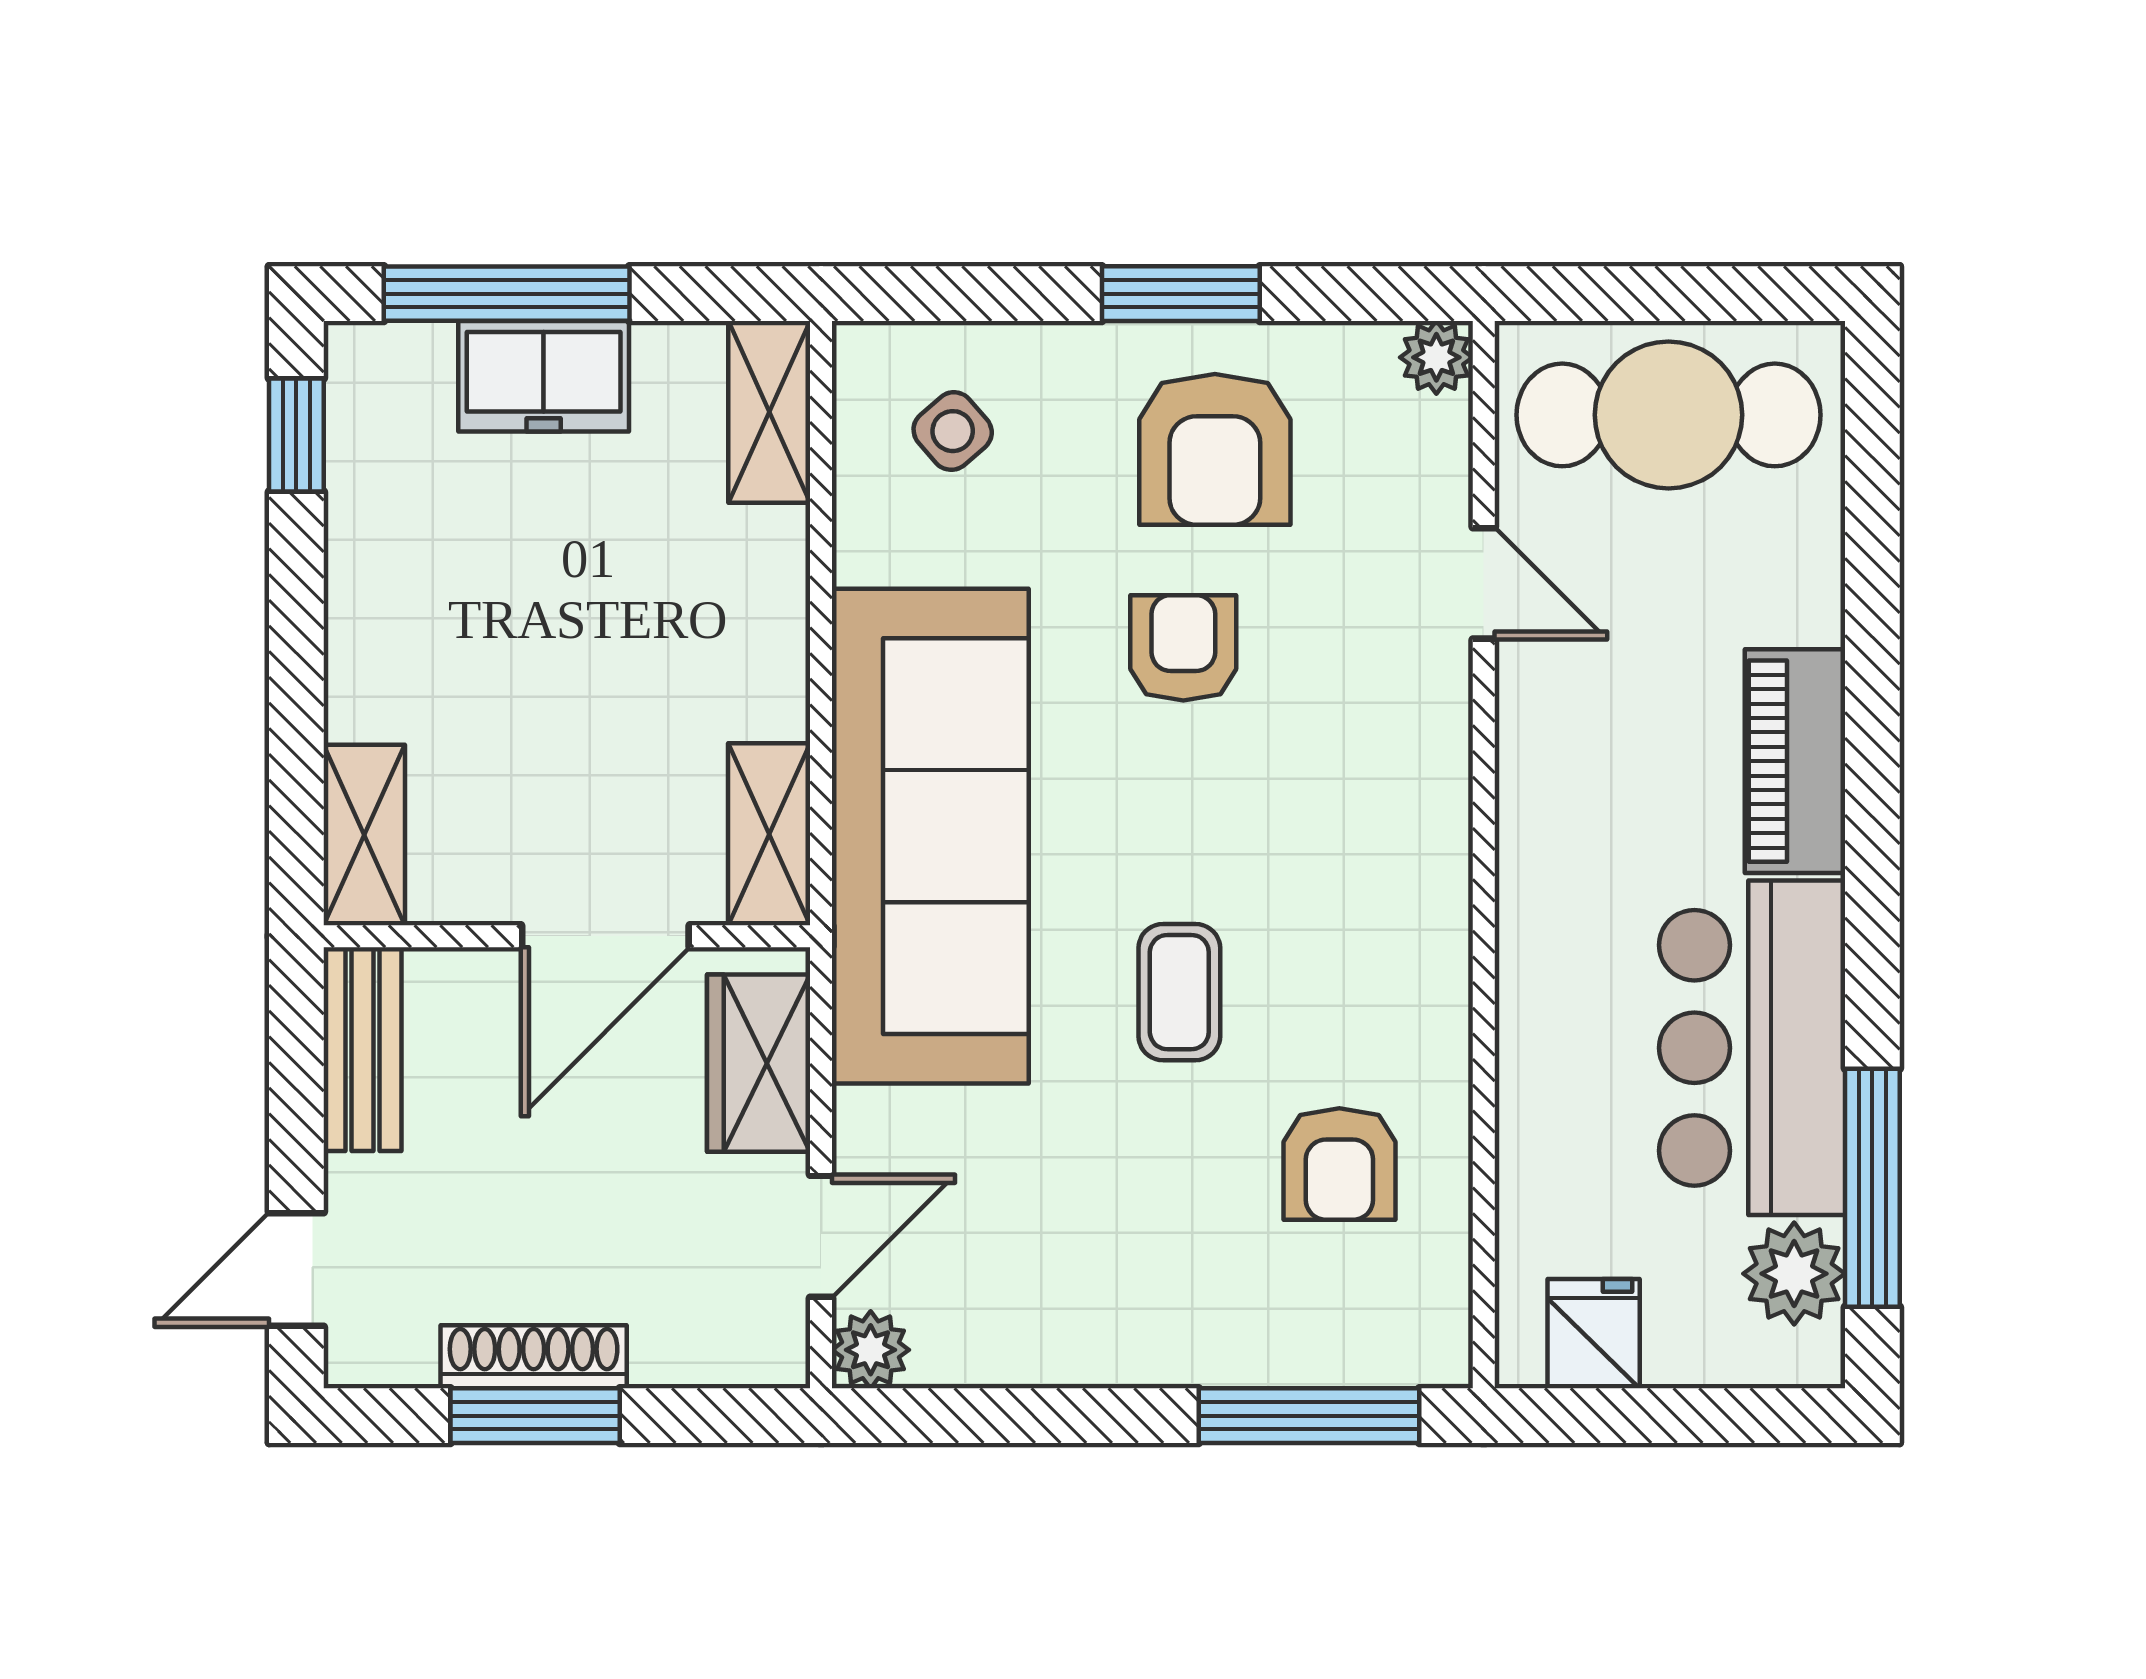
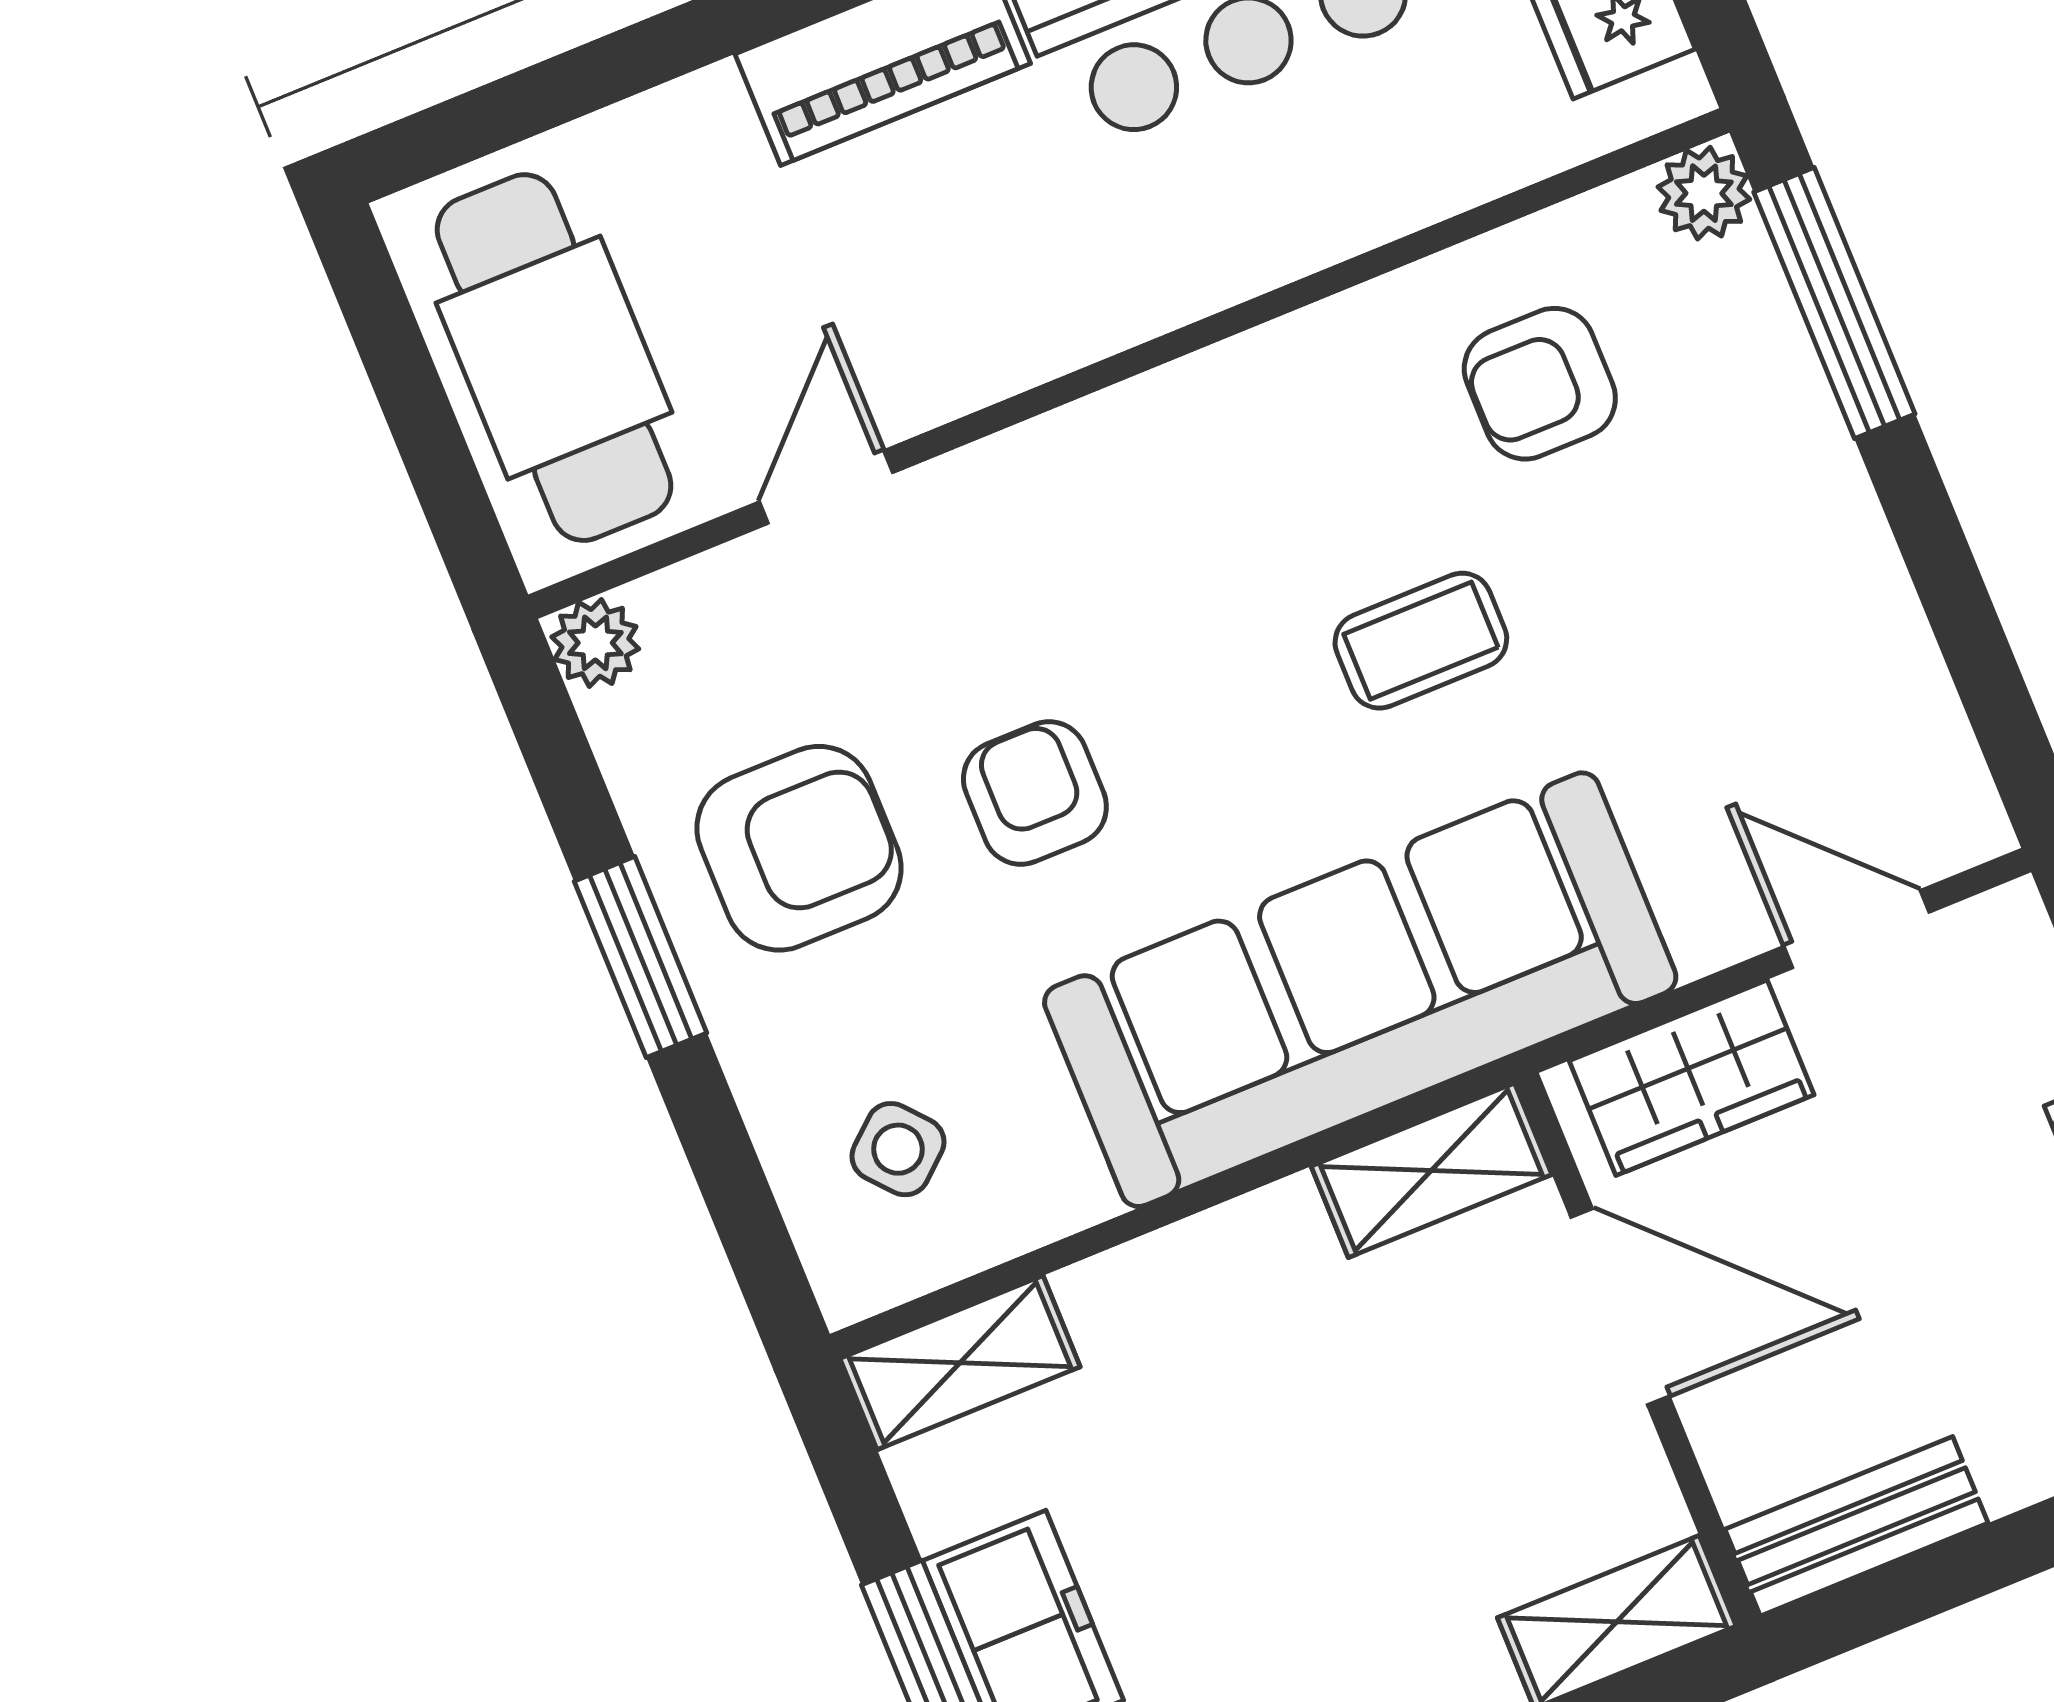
armchair: (1183, 648) -> (1035, 793), turned 90
armchair: (1339, 1164) -> (1540, 384), turned 180
plant: (871, 1350) -> (1704, 193), moved

